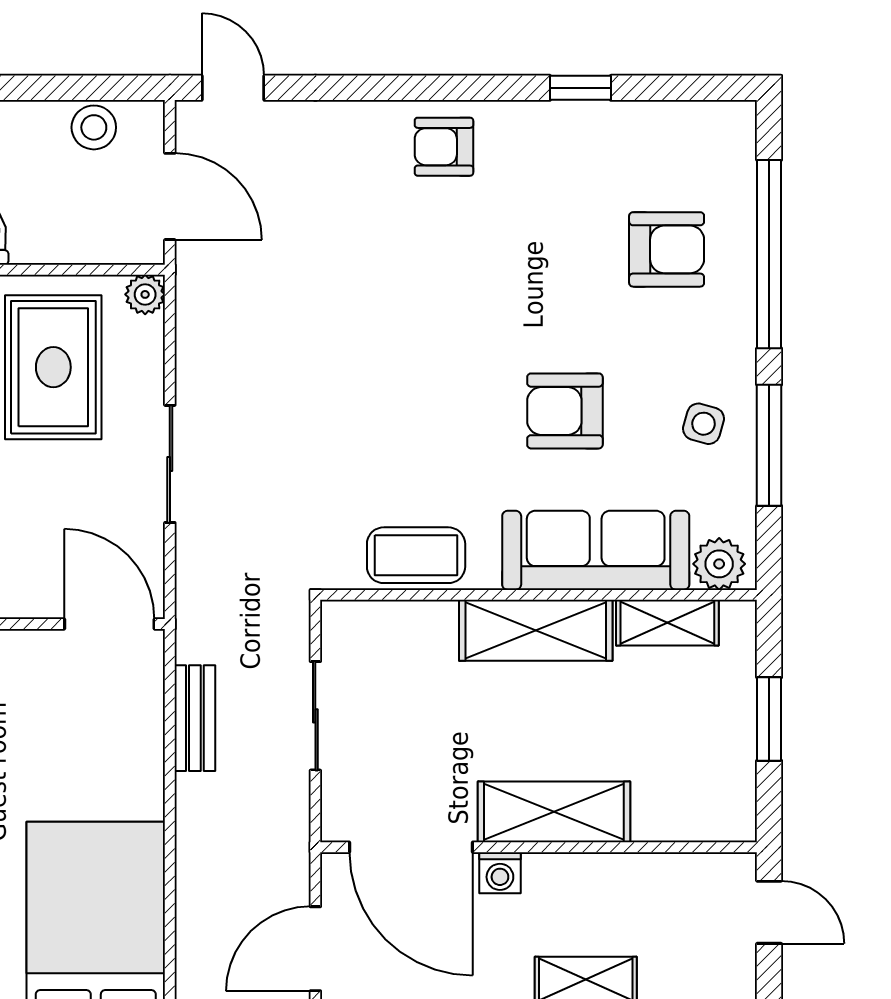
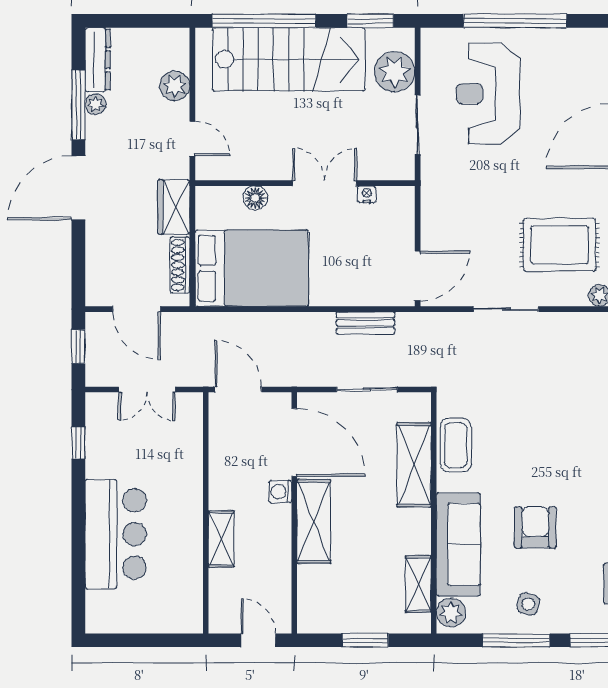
shelving: (536, 630) -> (414, 465), moved
door: (411, 847) -> (294, 442), swing flipped
door: (769, 912) -> (258, 640), swing flipped

